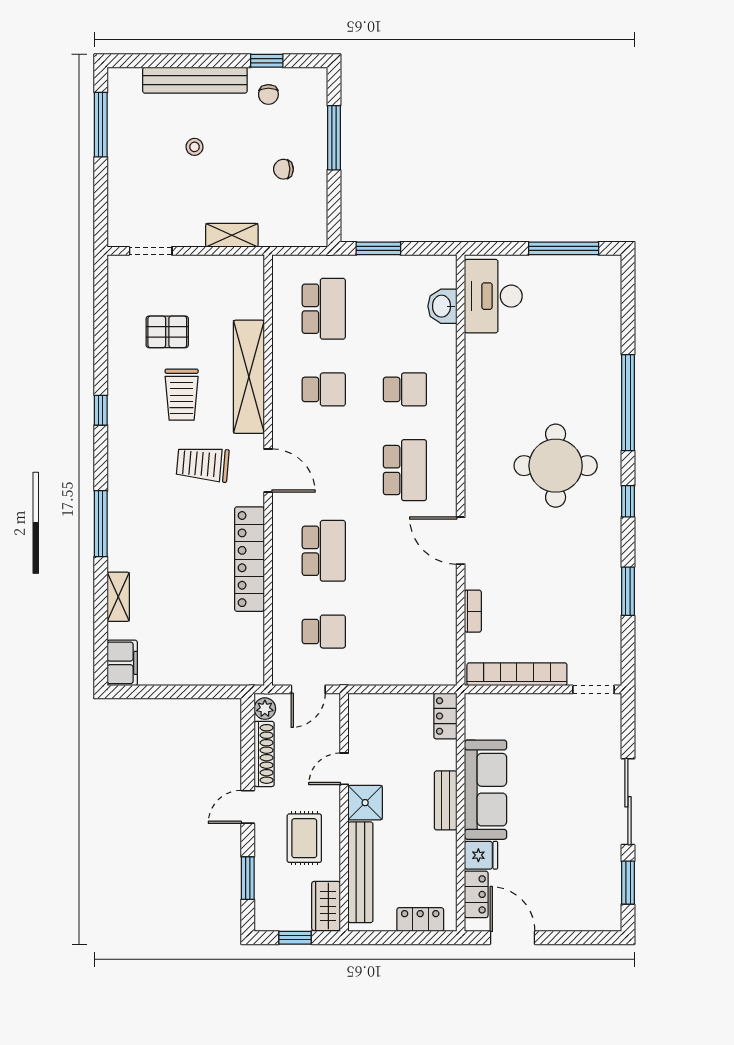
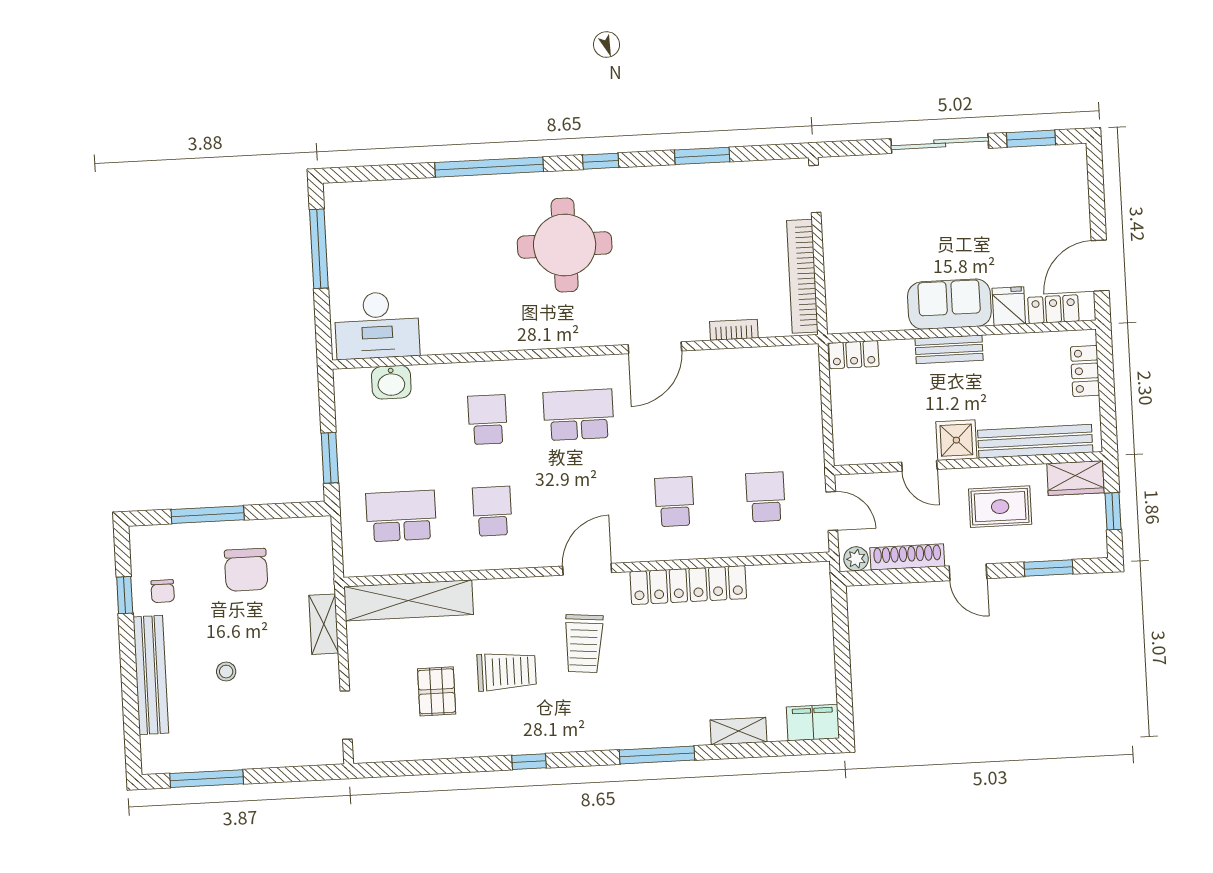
chair: (268, 95) -> (163, 591), turned 90
chair: (283, 169) -> (246, 570), width x1.87, depth x1.87
shelving: (249, 377) -> (409, 600), moved
school desk: (324, 551) -> (675, 502), width x0.54
sofa: (486, 790) -> (949, 304), width x0.73

